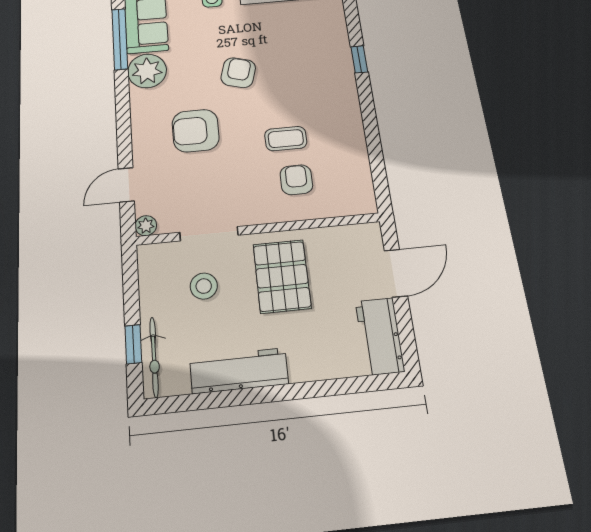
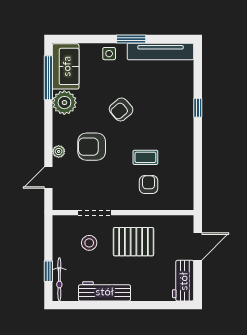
armchair: (238, 73) -> (121, 109), turned -146
plant: (146, 226) -> (59, 151), moved
pallet: (282, 276) -> (134, 242), turned 90

